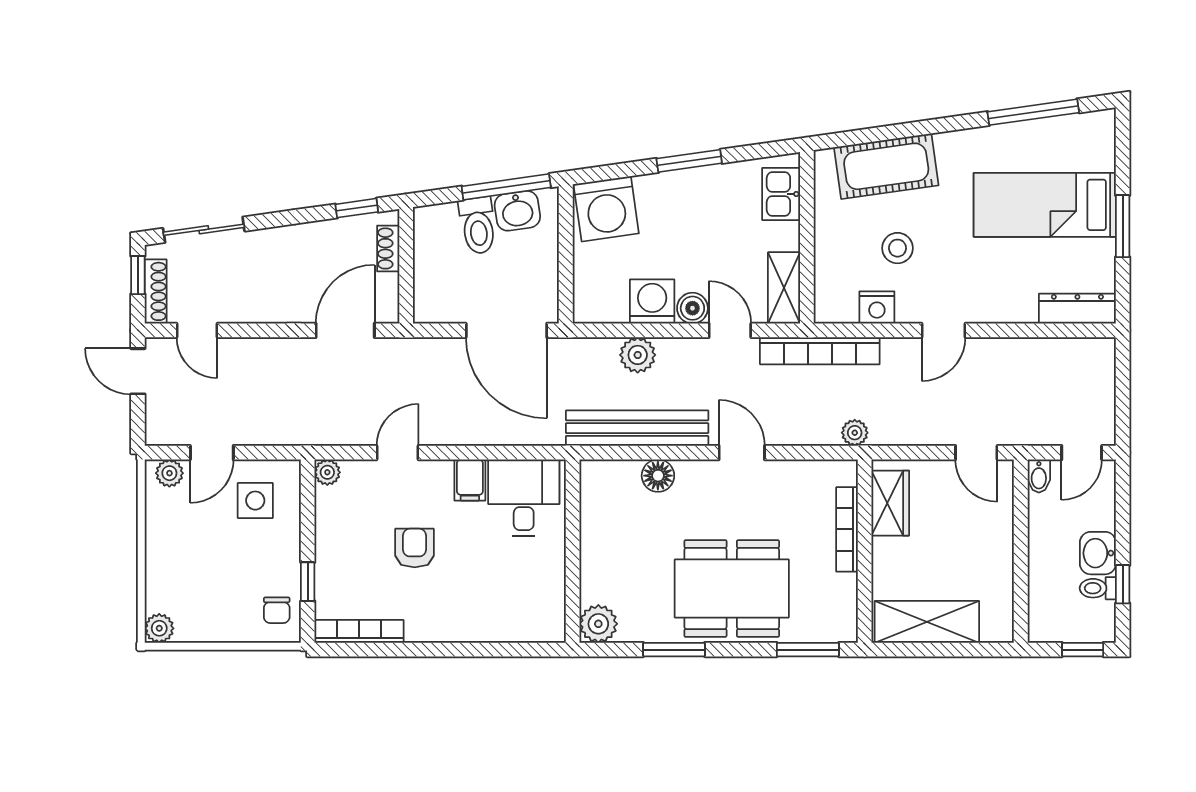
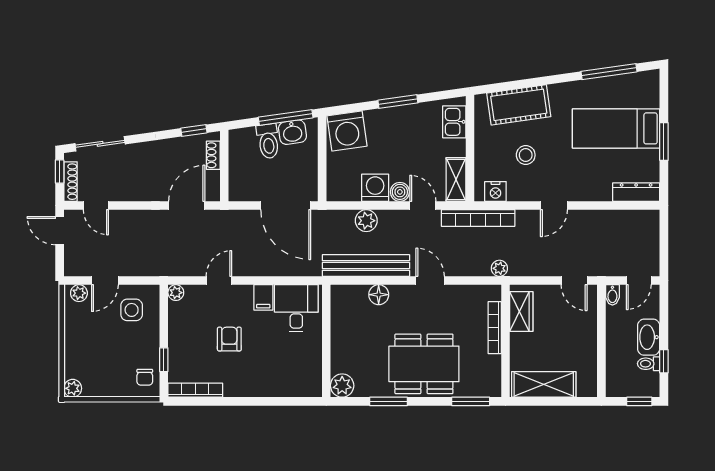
nightstand: (877, 307) -> (495, 191), moved
washbasin: (1098, 553) -> (649, 337), width x1.38

